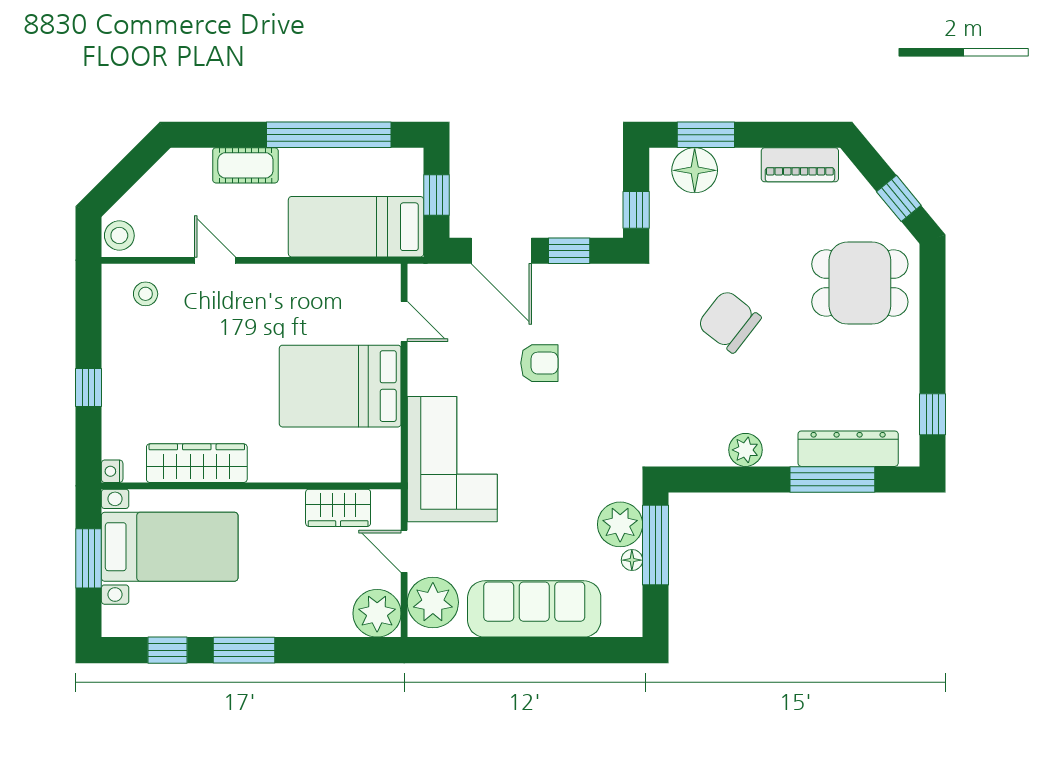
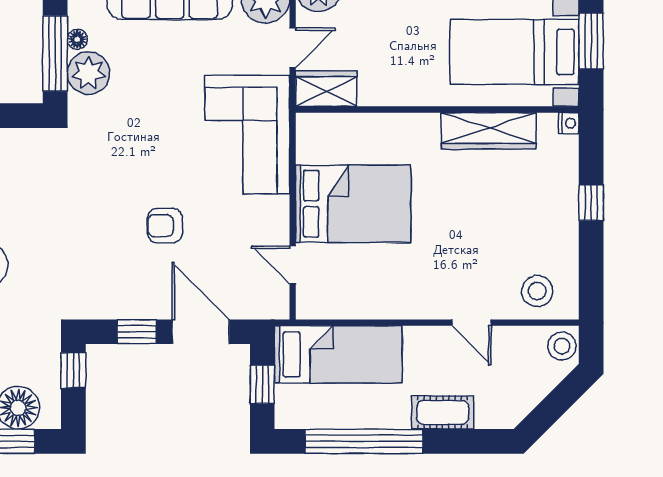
stool: (146, 294) -> (537, 291), width x1.37, depth x1.37
wardrobe: (338, 508) -> (326, 89), moved
door: (404, 551) -> (293, 48), hinge flipped

